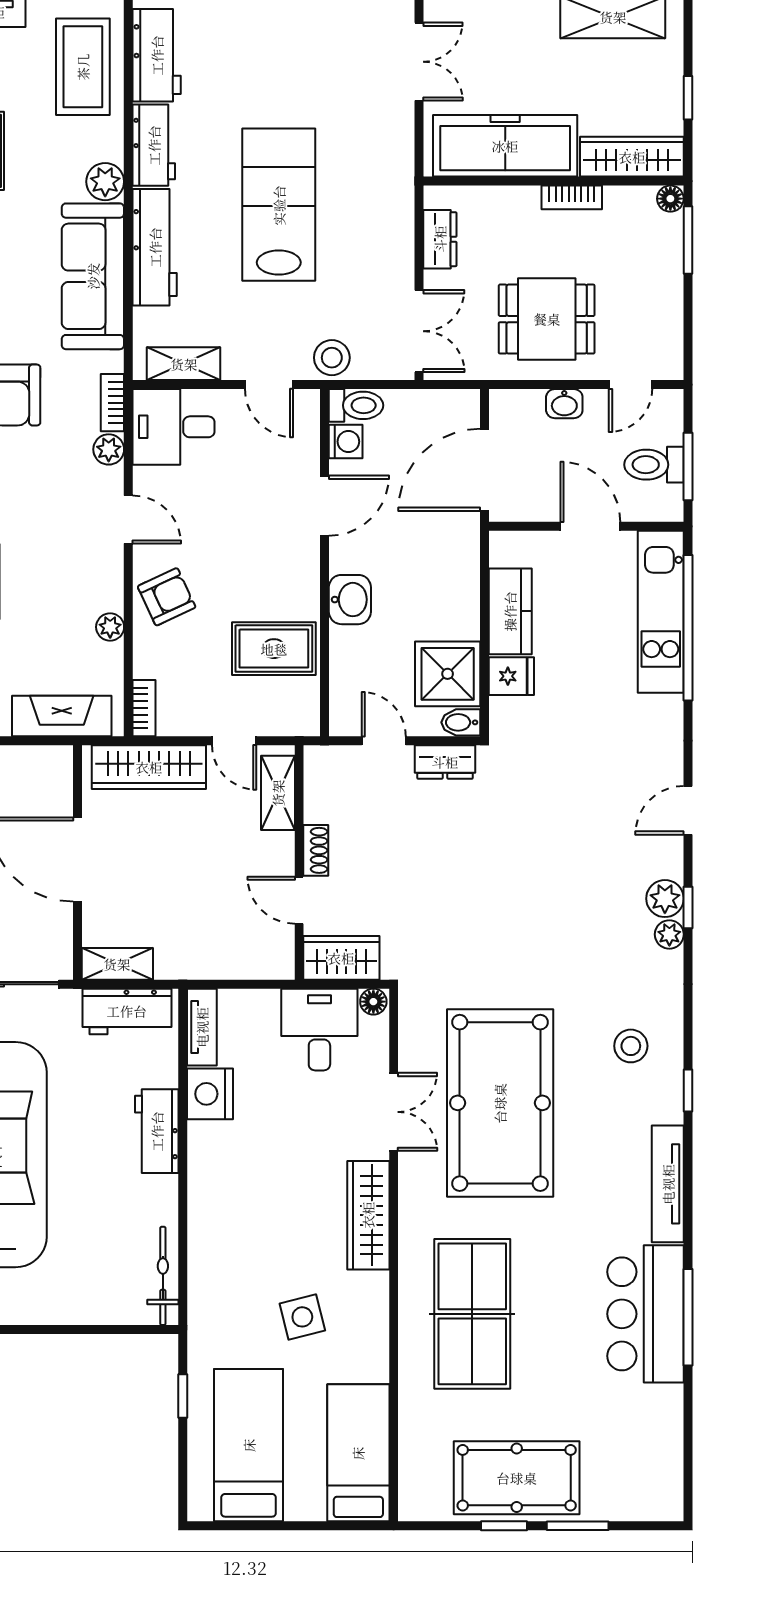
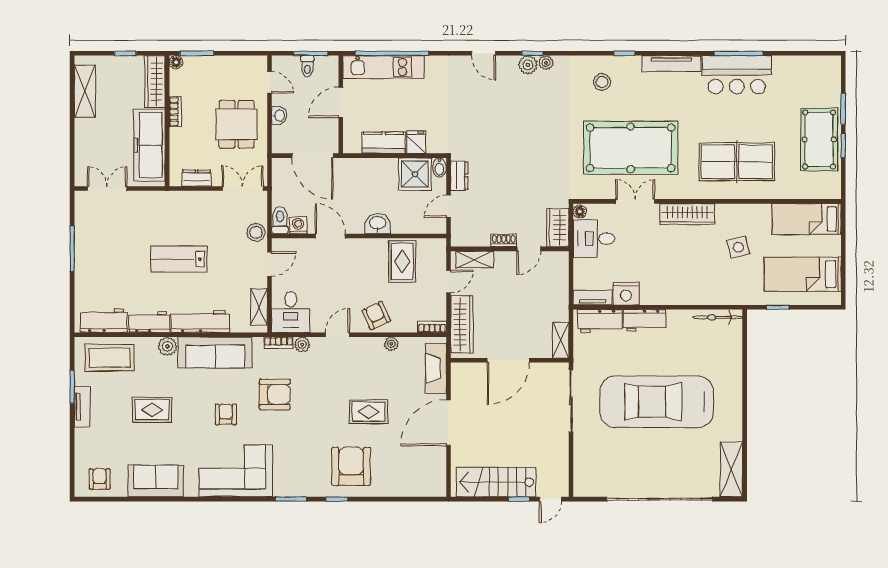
lab bench: (279, 205) -> (179, 259), width x0.73, depth x0.72
toilet: (654, 465) -> (307, 66), width x0.73, depth x0.72
workbench: (127, 1011) -> (600, 321), moved, turned 90

